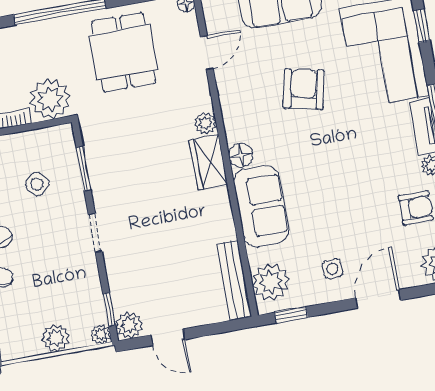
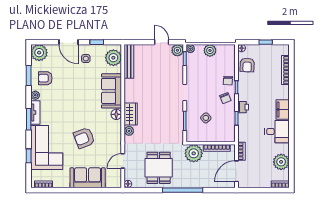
armchair: (304, 89) -> (84, 138), turned 57
door: (378, 299) -> (69, 42), hinge flipped
window: (291, 315) -> (97, 42), moved

